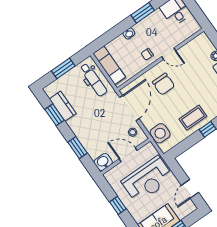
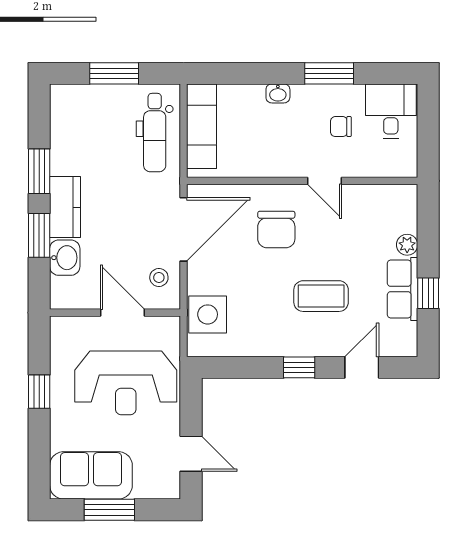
chair: (147, 54) -> (341, 127), moved
kitchen counter: (63, 106) -> (65, 207), moved
window: (54, 115) -> (39, 171), moved
coffee table: (193, 118) -> (321, 296), moved
washbasin: (103, 162) -> (65, 258), moved, turned 90
door: (190, 189) -> (191, 454), swing flipped

